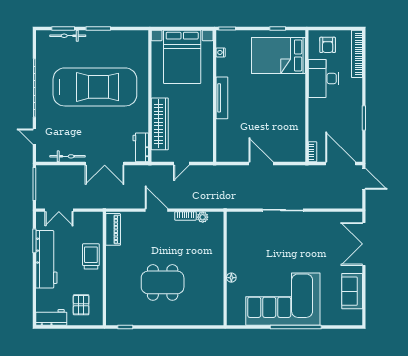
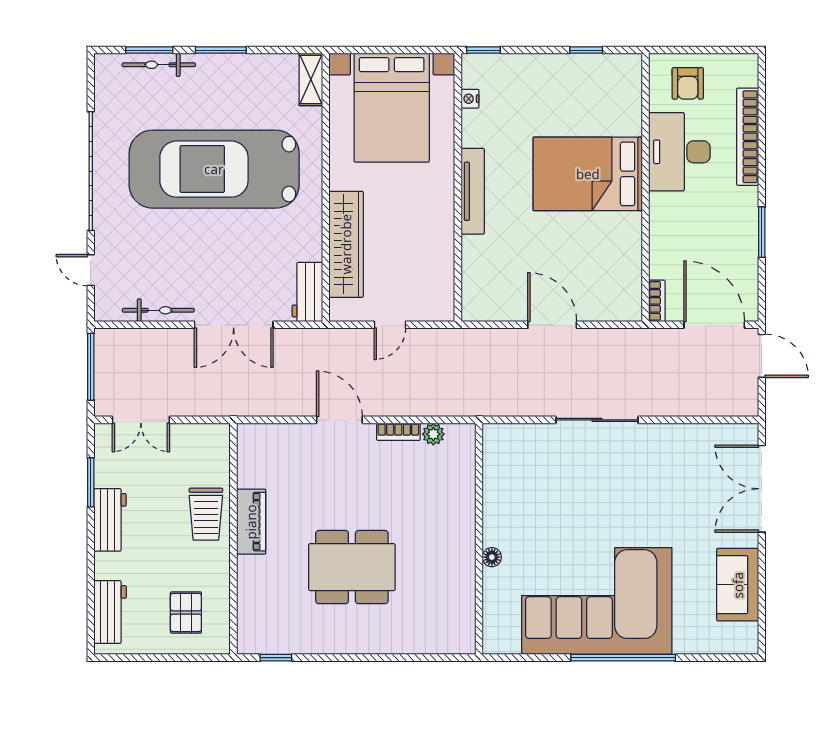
shelving: (142, 43) -> (311, 79), added
bookcase: (357, 54) -> (748, 137), moved
bed: (278, 55) -> (588, 174), moved
car: (95, 87) -> (214, 169), turned 180
piano: (113, 229) -> (251, 522), moved
trolley: (91, 256) -> (206, 514), turned 180
workbench: (46, 259) -> (110, 520), width x0.53, depth x0.76
workbench: (51, 317) -> (110, 612), moved, turned 90

